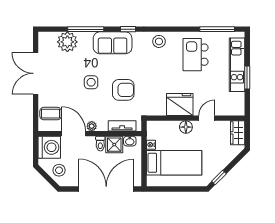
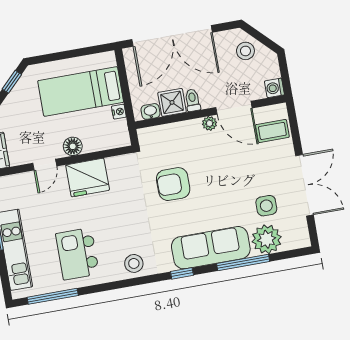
sofa: (113, 43) -> (211, 248), width x1.36
kitchen island: (196, 55) -> (77, 254), turned 180
side table: (91, 82) -> (266, 206), moved
tv unit: (122, 126) -> (165, 132), removed
washing machine: (49, 147) -> (274, 88), width x0.53, depth x0.53

